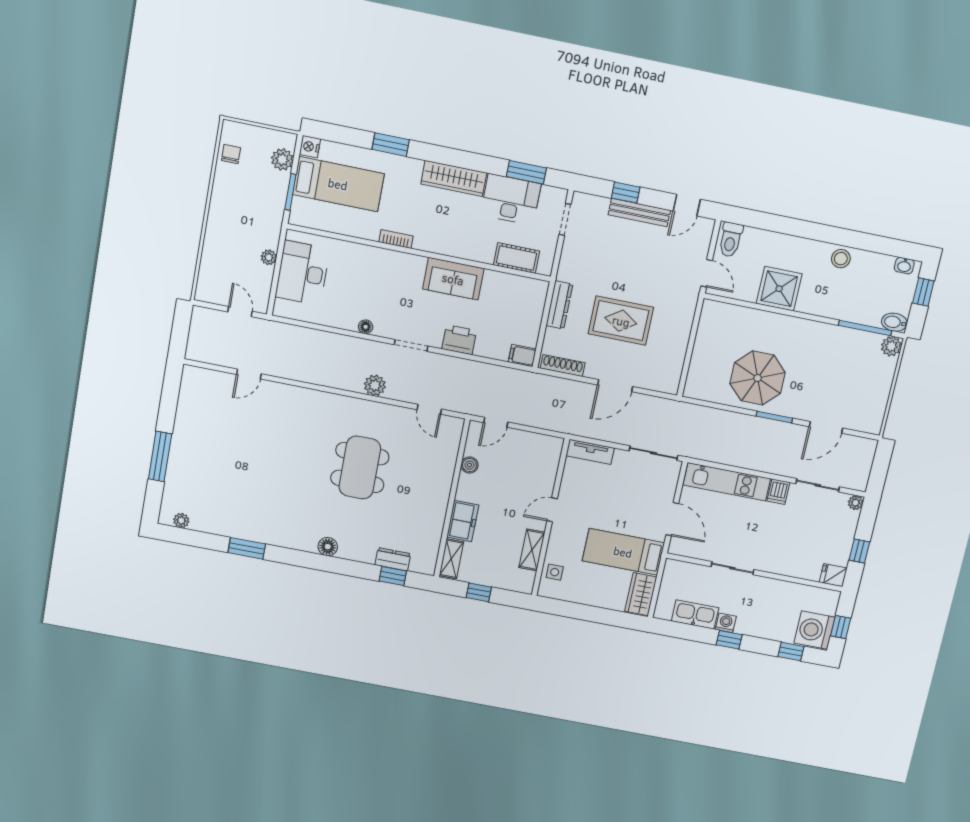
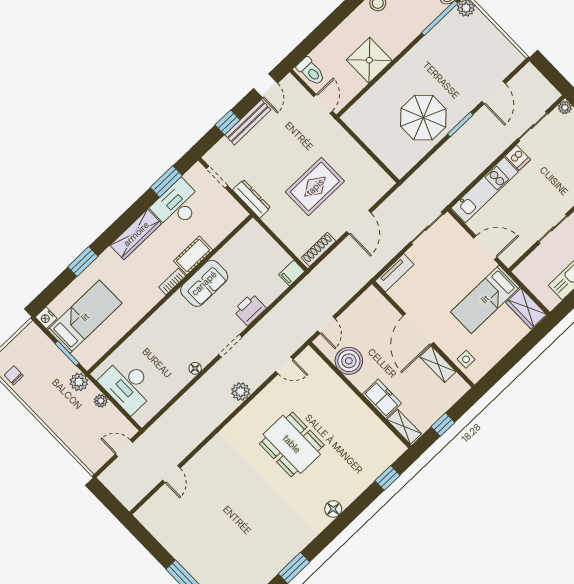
plant: (282, 159) -> (79, 382), moved
bookcase: (396, 239) -> (172, 282), moved
cot: (517, 258) -> (193, 255), moved
door: (707, 273) -> (323, 104), hinge flipped
dresser: (559, 305) -> (252, 199), moved
boiler: (469, 465) -> (349, 361), width x1.86, depth x1.86
door: (552, 510) -> (418, 329), width x1.87
dresser: (393, 559) -> (375, 469), removed

